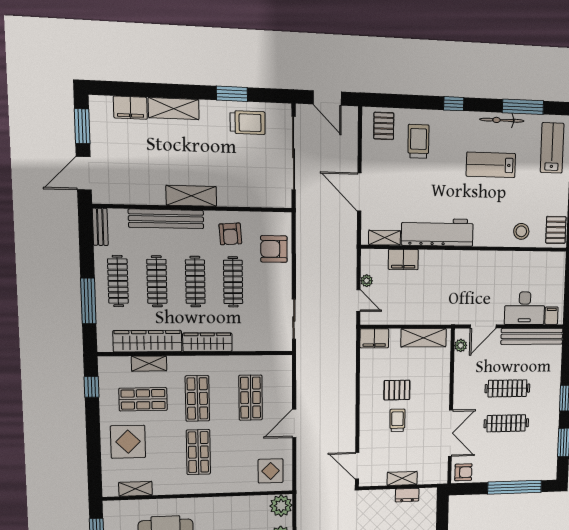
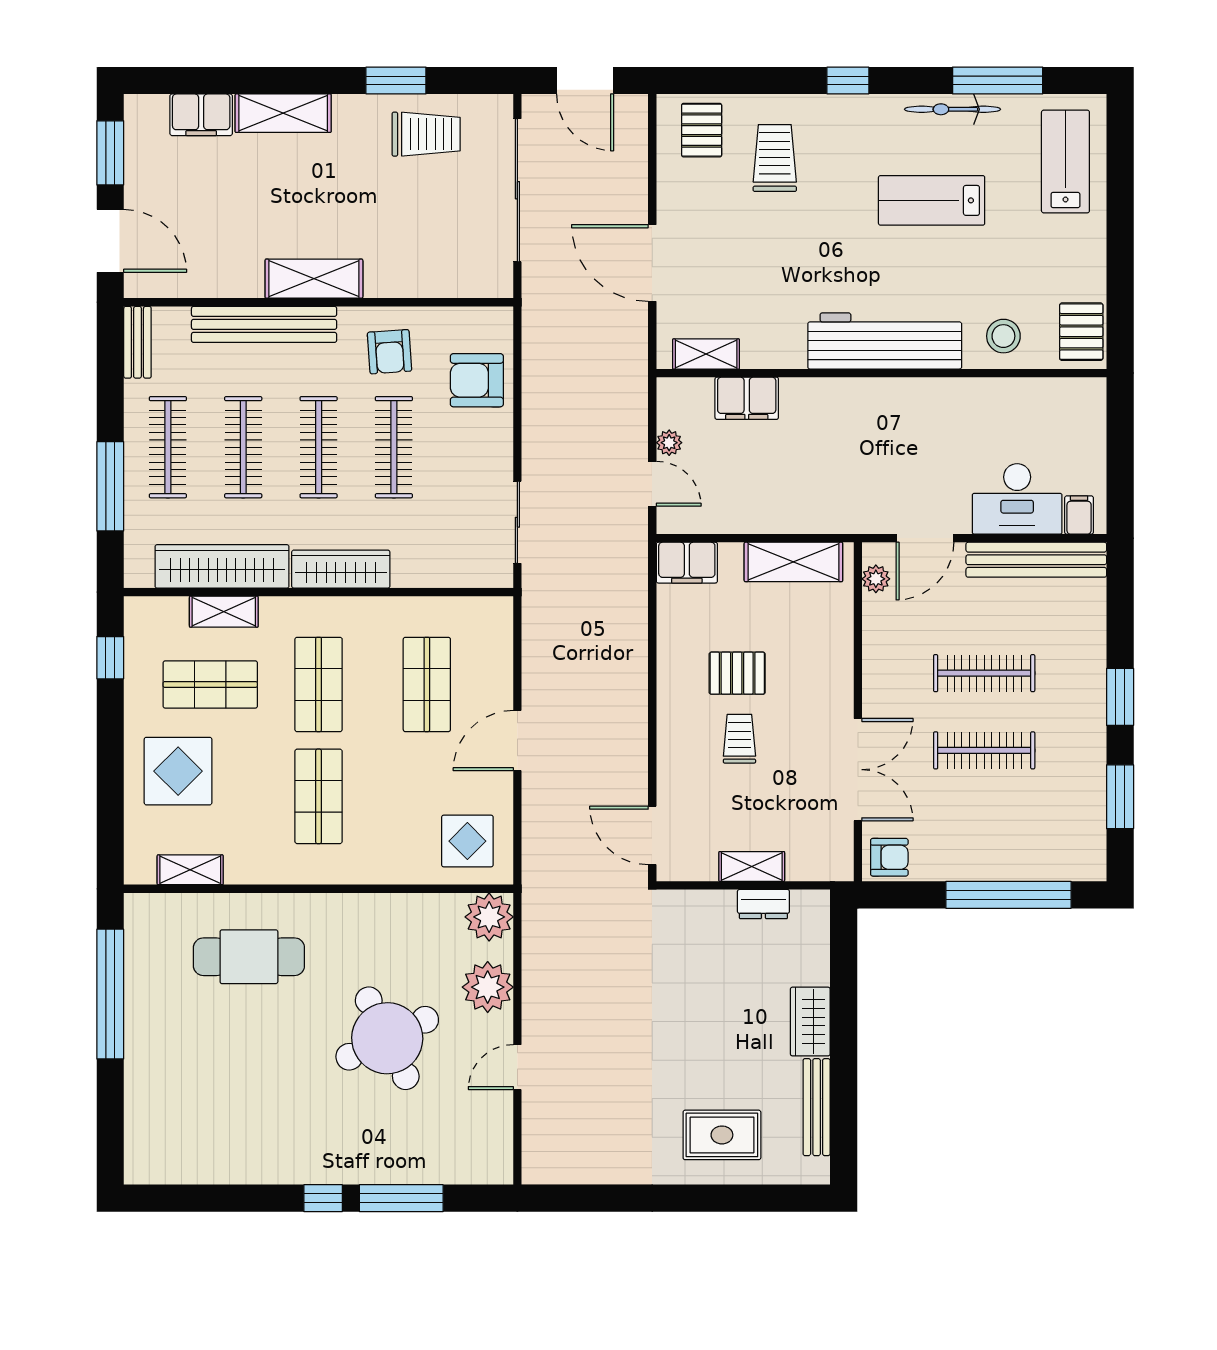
door: (84, 173) -> (110, 241), swing flipped
workbench: (437, 232) -> (885, 341), moved

